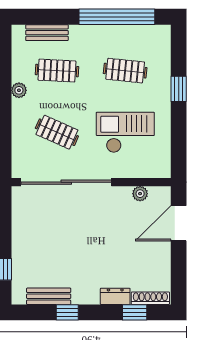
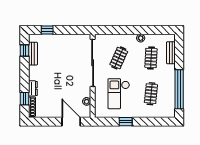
window: (179, 89) -> (126, 122), moved
checkout: (125, 132) -> (119, 94), turned 180
window: (67, 312) -> (24, 51), moved

